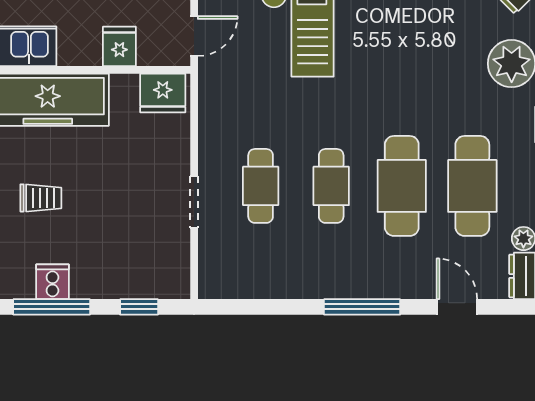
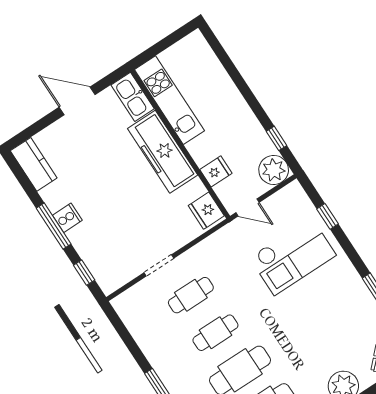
trolley: (41, 198) -> (108, 182), removed

